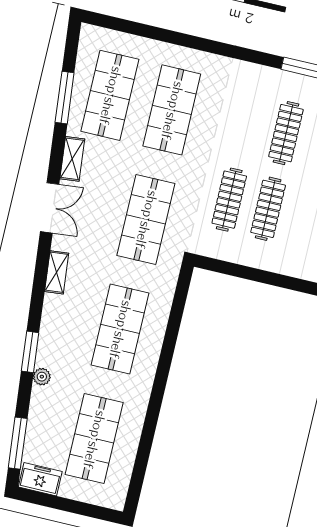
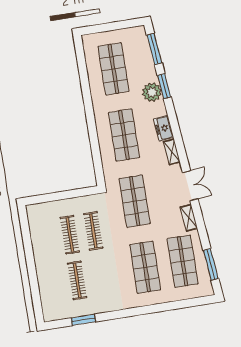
window: (65, 98) -> (211, 264), moved
double door: (50, 208) -> (190, 186), swing flipped
window: (30, 352) -> (164, 86), moved
plant: (42, 377) -> (152, 92), width x1.88, depth x1.88
freezer: (40, 479) -> (164, 128), moved, turned 84

